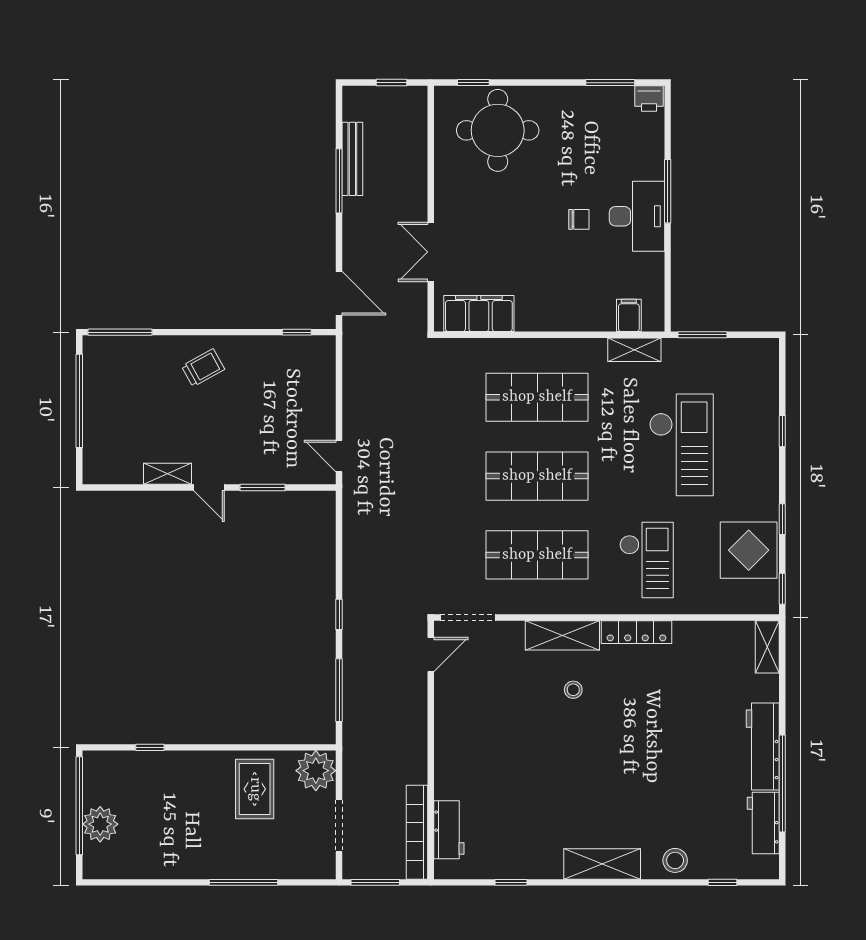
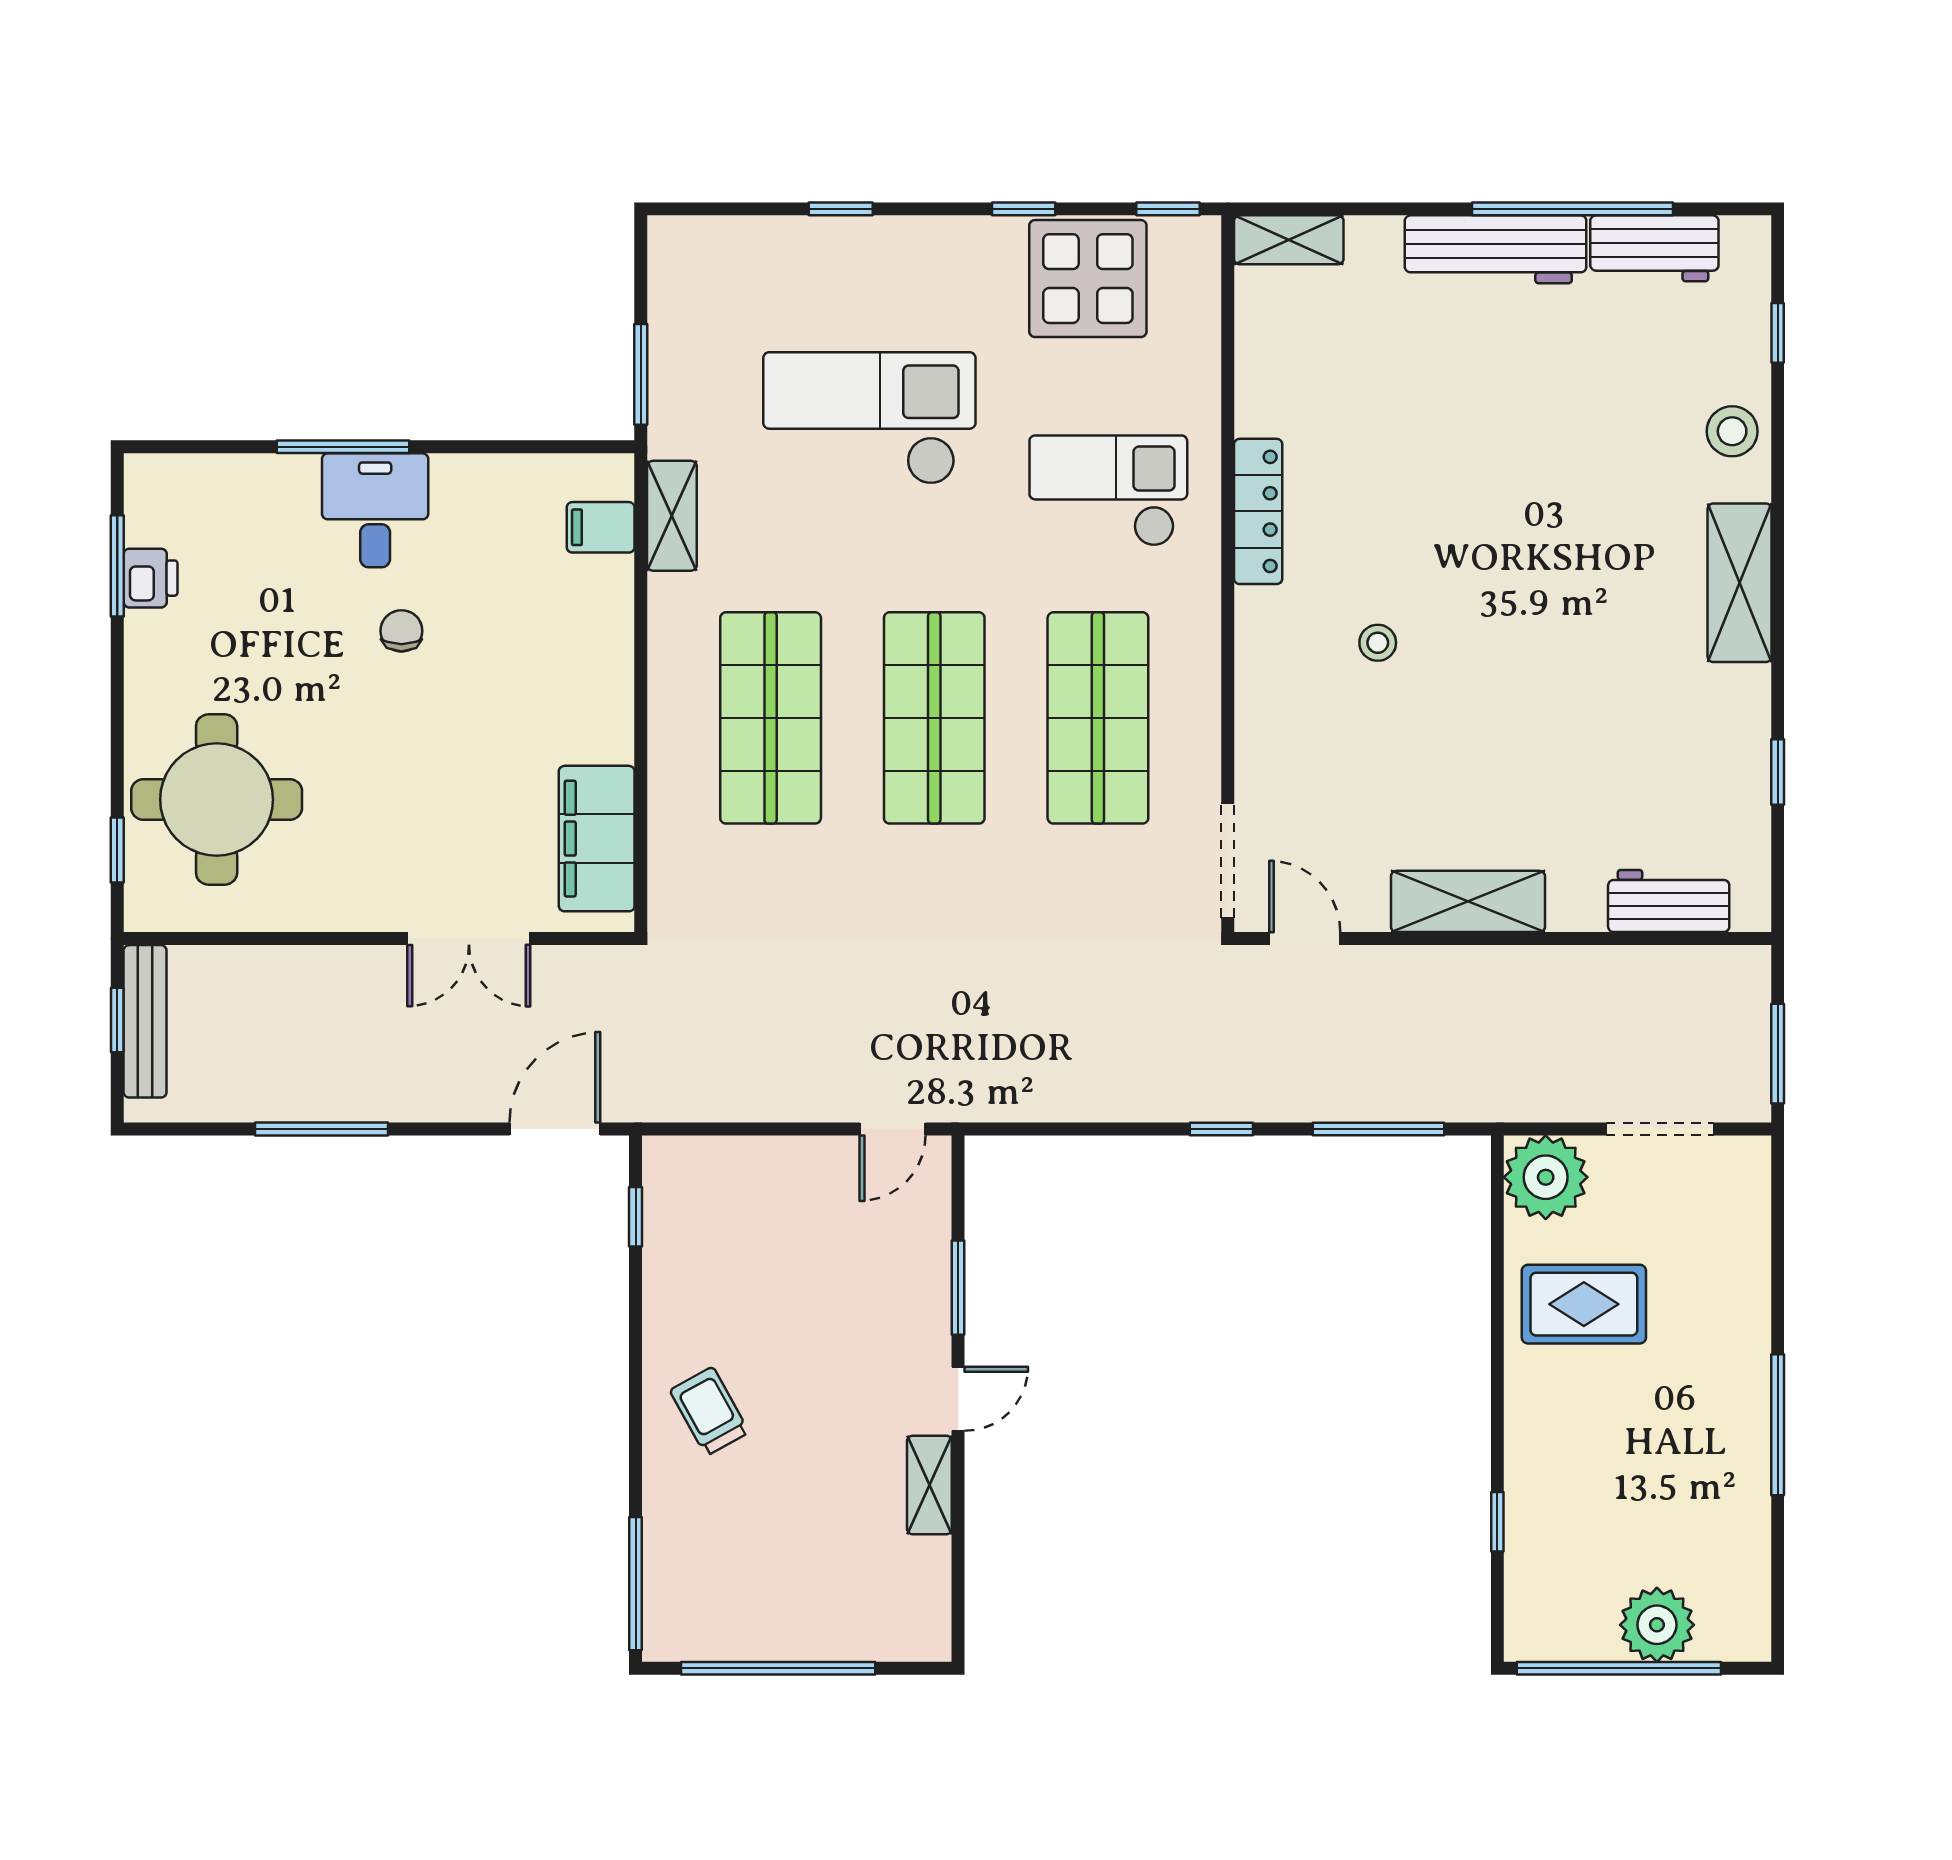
printer: (649, 99) -> (151, 578), moved
bench: (352, 159) -> (145, 1021), moved, turned 90
desk: (637, 216) -> (375, 510), width x0.73
shelving: (562, 635) -> (1468, 901), moved, turned 90
bookcase: (417, 832) -> (1674, 967), removed
window: (243, 882) -> (1778, 1425), moved

